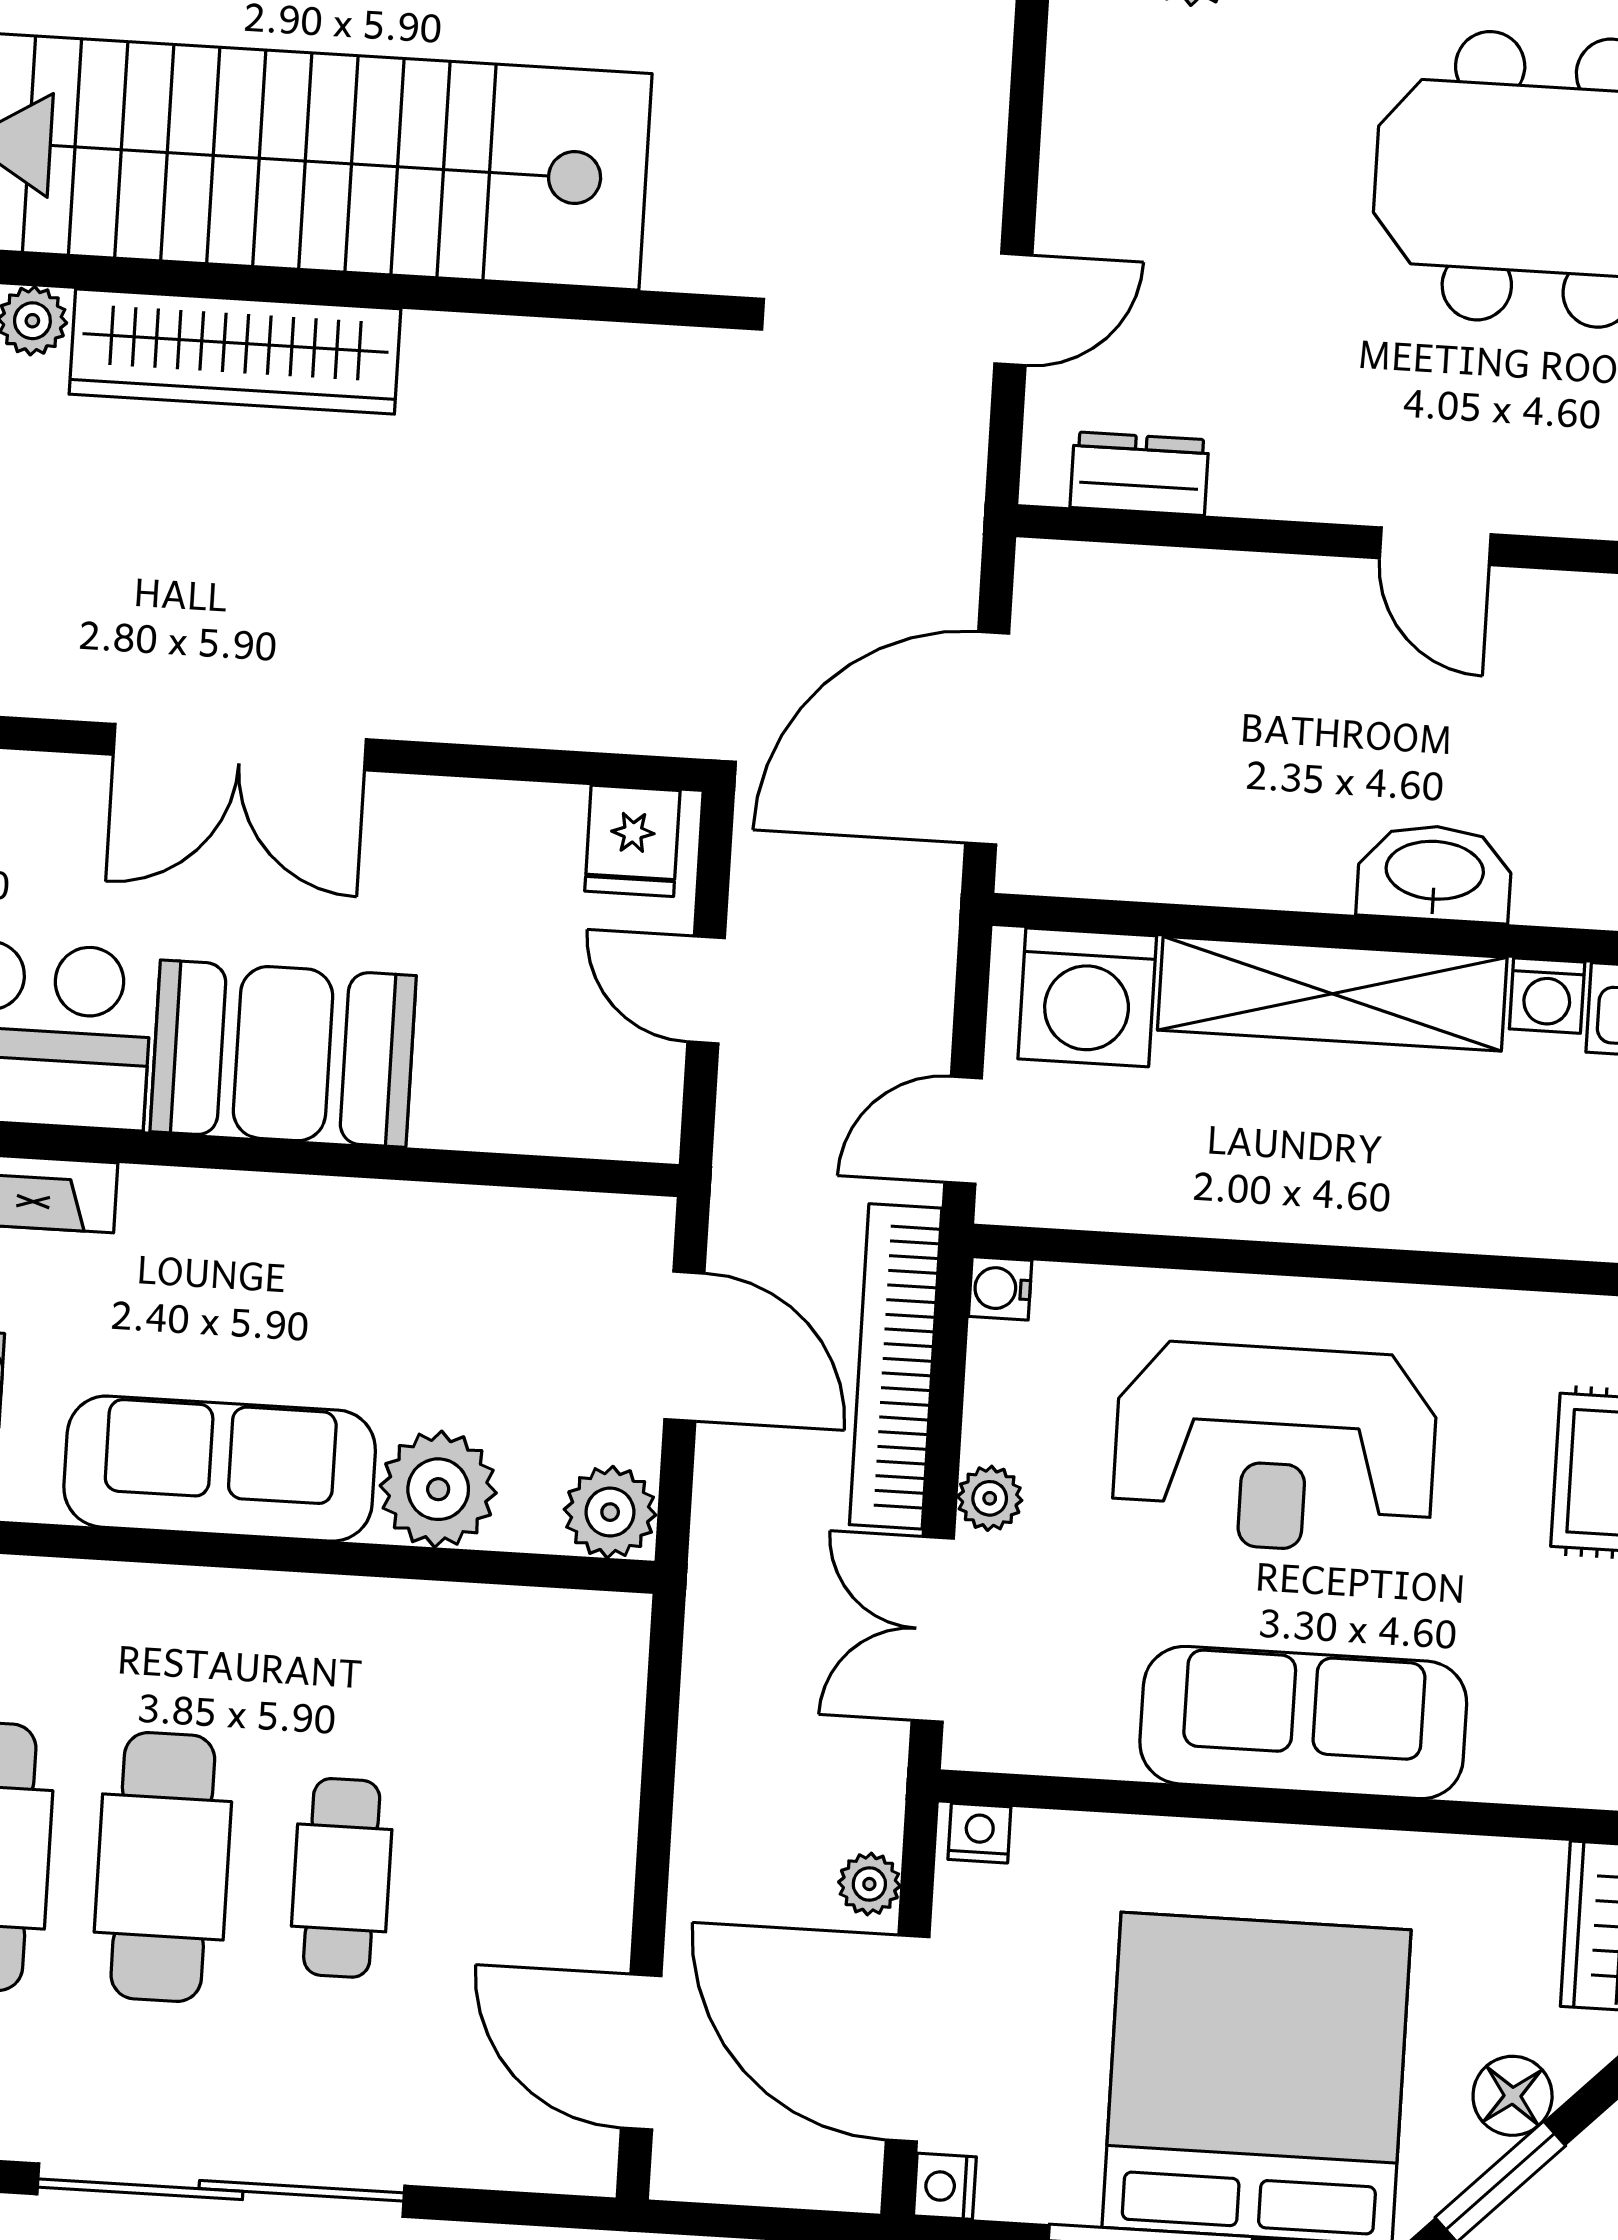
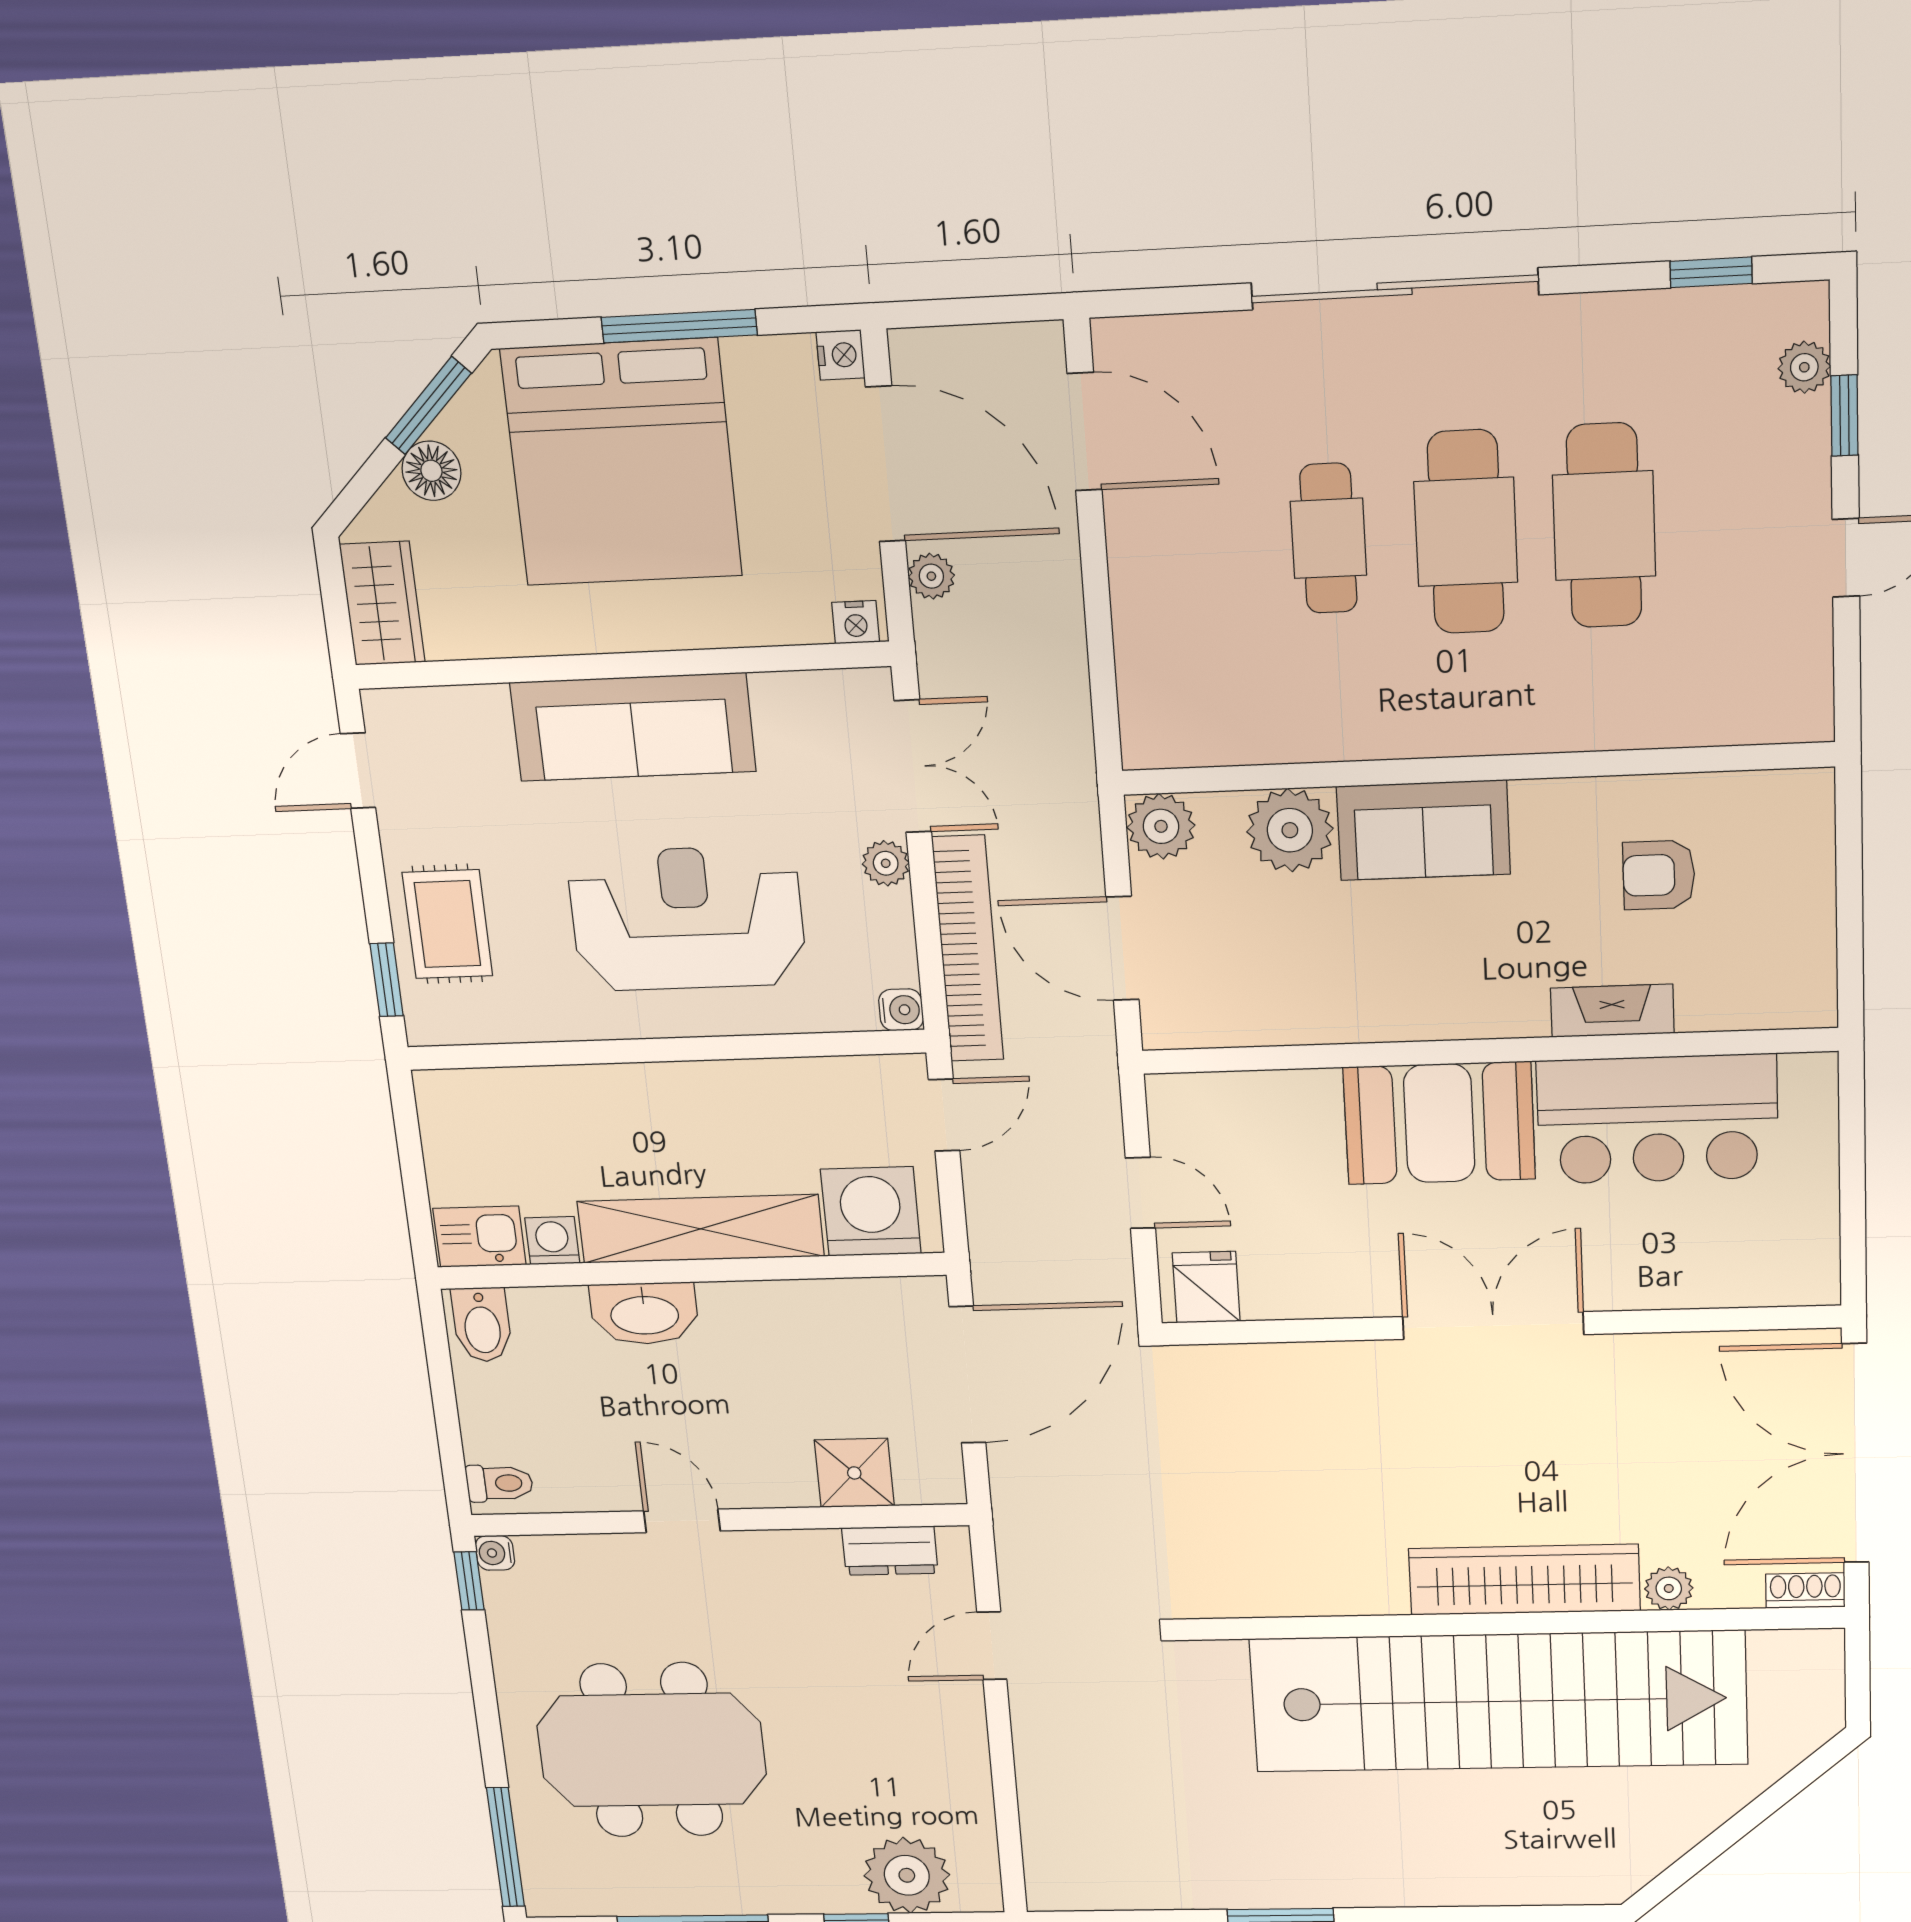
shower: (1172, 600) -> (854, 1473), added
sofa: (220, 1469) -> (1423, 830), width x0.73

